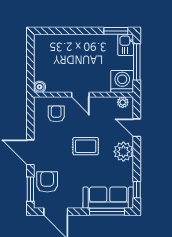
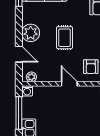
washing machine: (122, 82) -> (27, 91), width x0.53, depth x0.53
rug: (86, 146) -> (64, 38), turned 90

